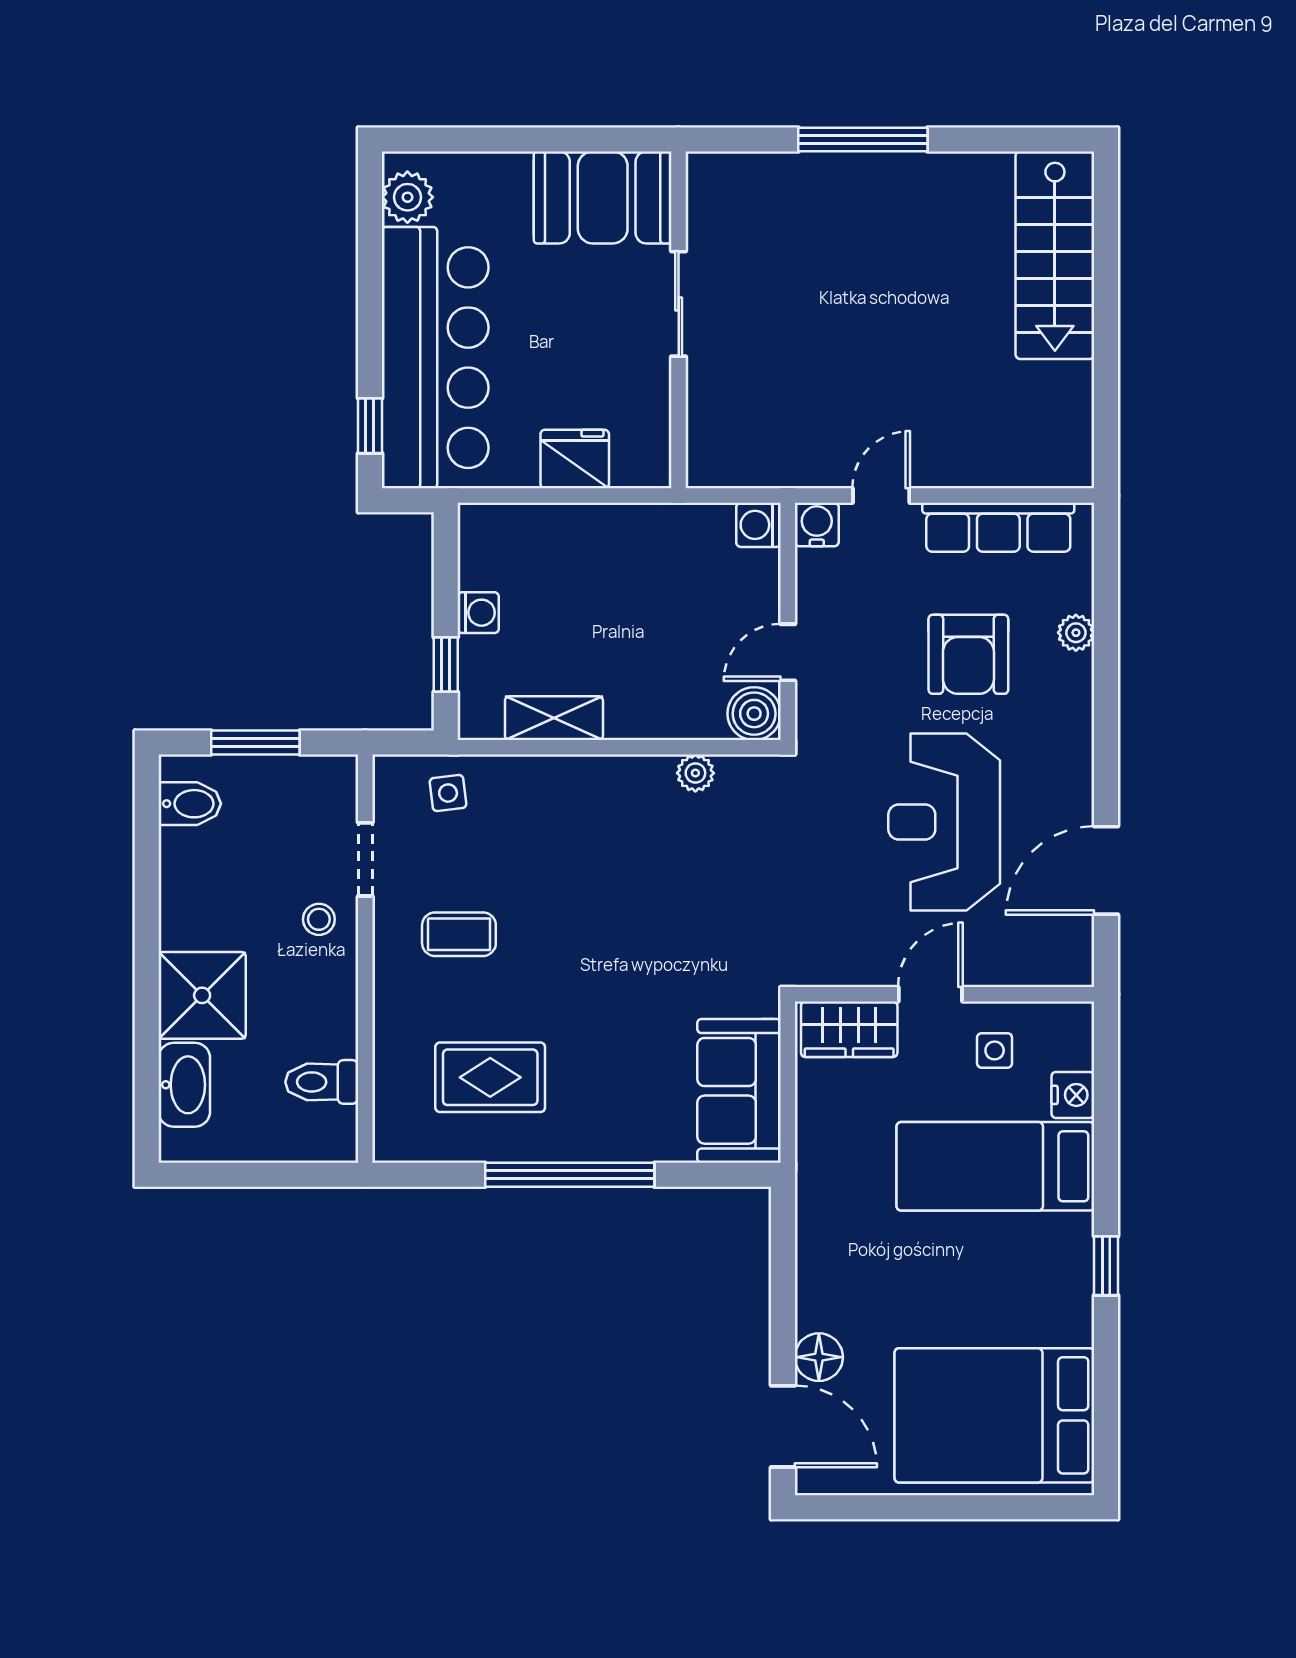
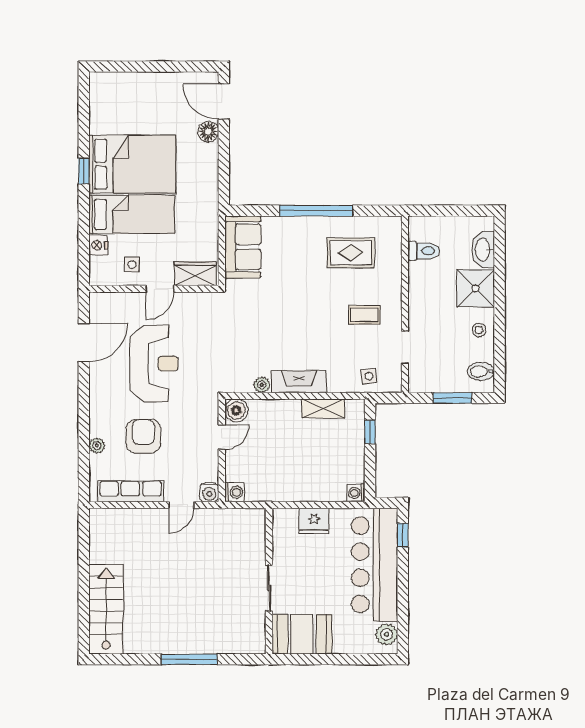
washing machine: (478, 613) -> (356, 493), moved
fireplace: (610, 780) -> (299, 381), added
stool: (319, 919) -> (479, 330), moved
bed: (994, 1415) -> (132, 164), moved

